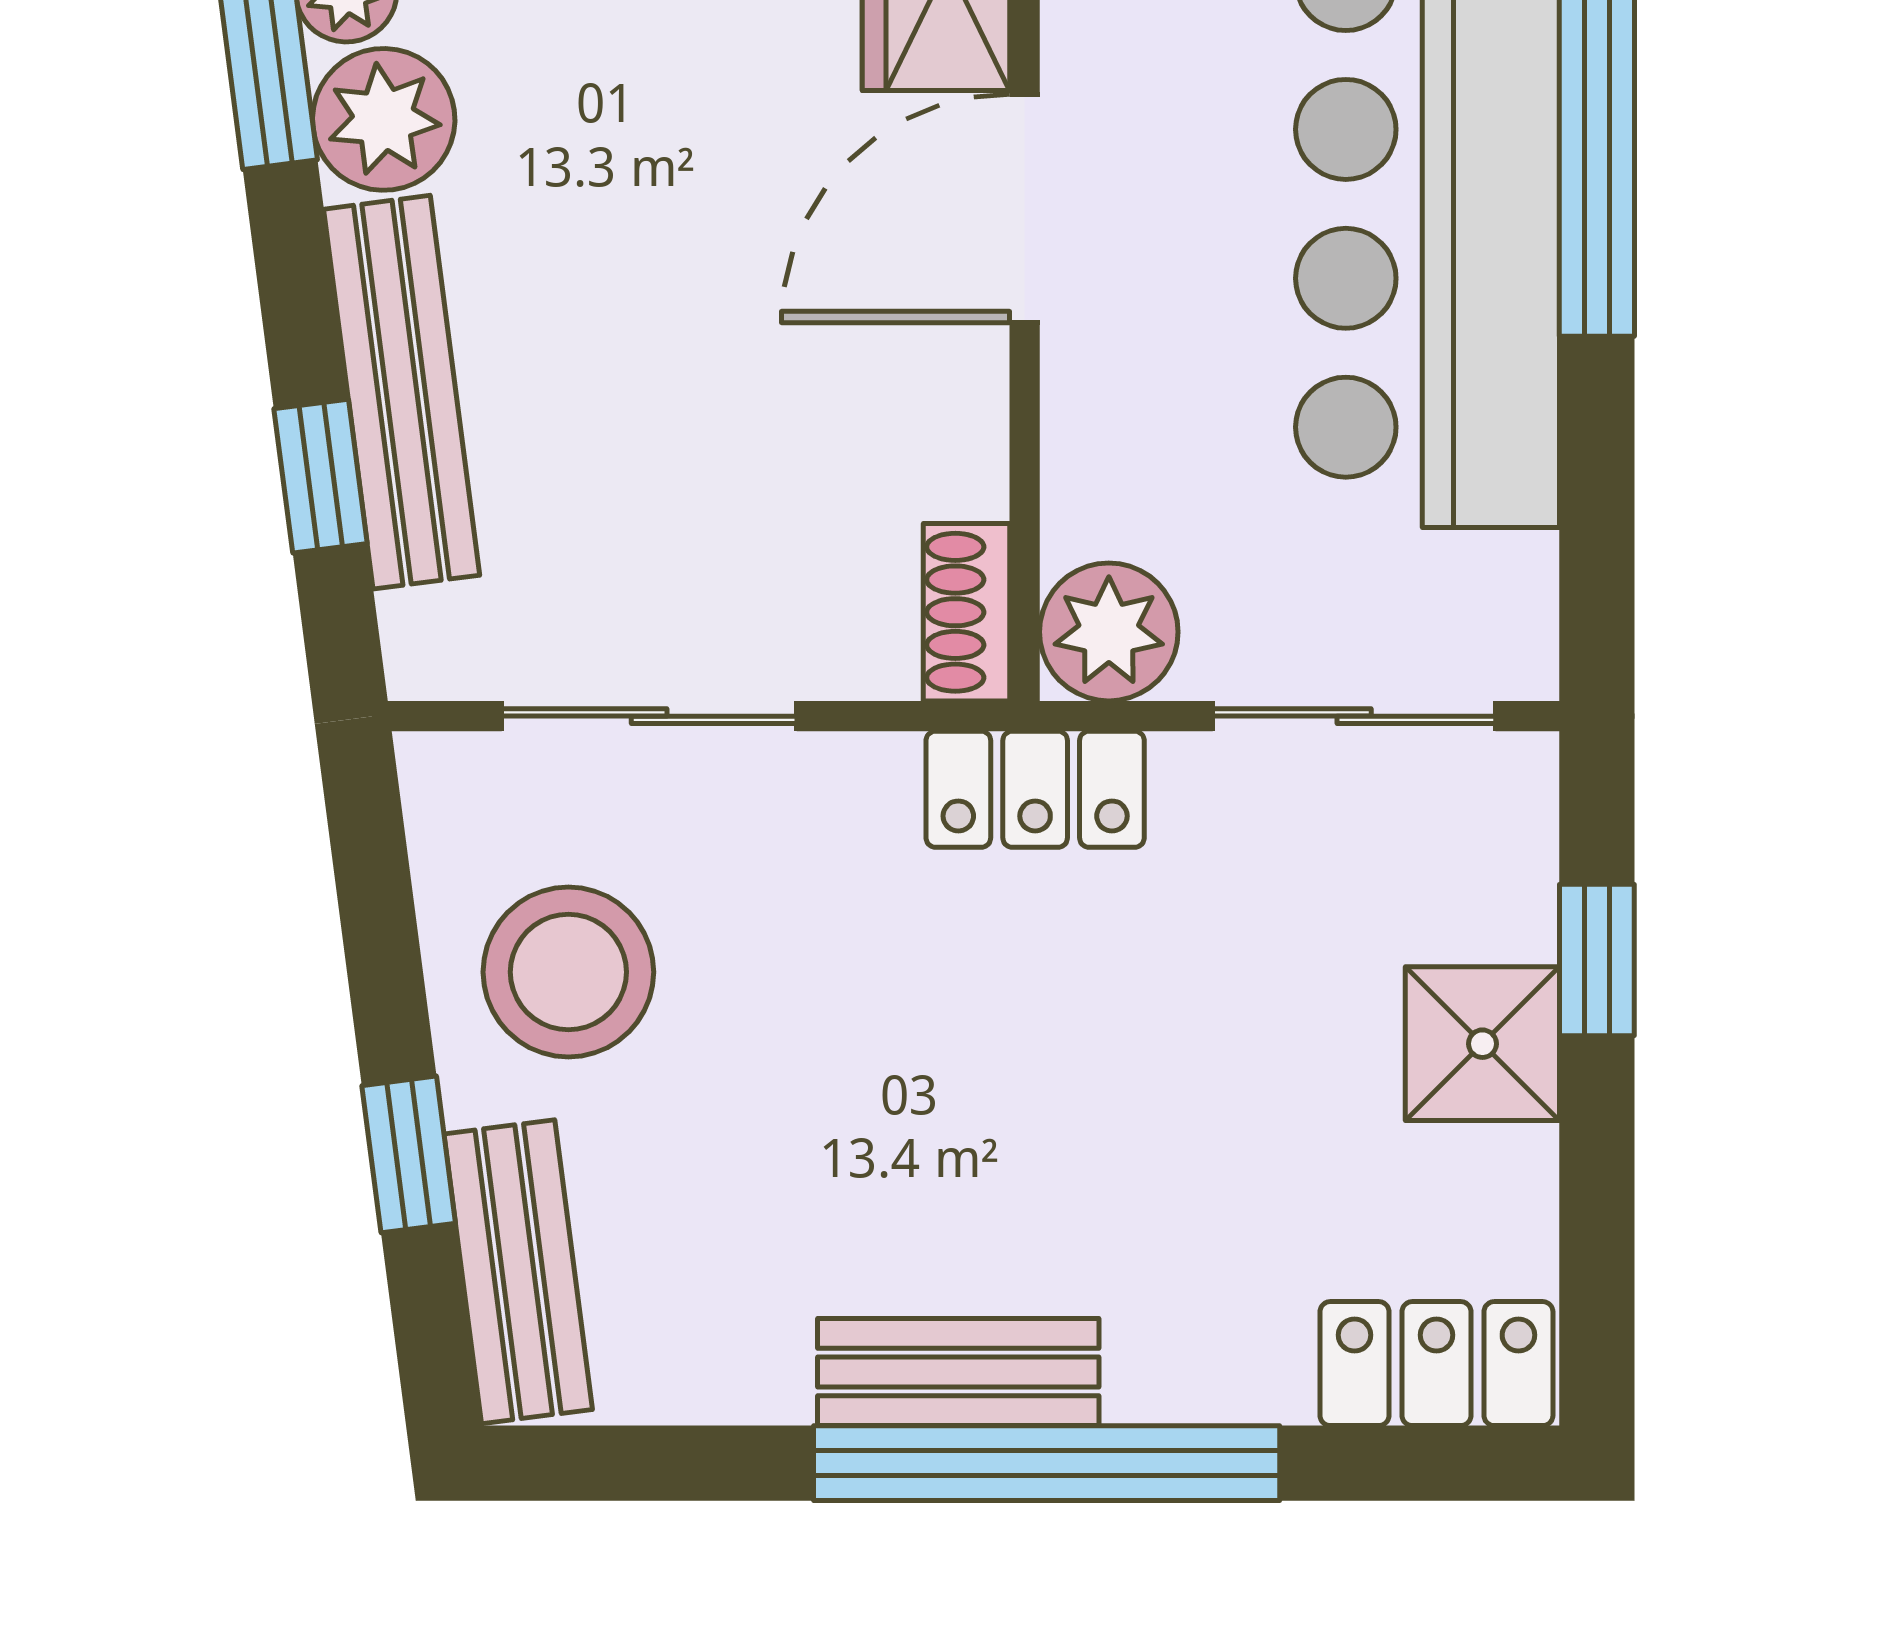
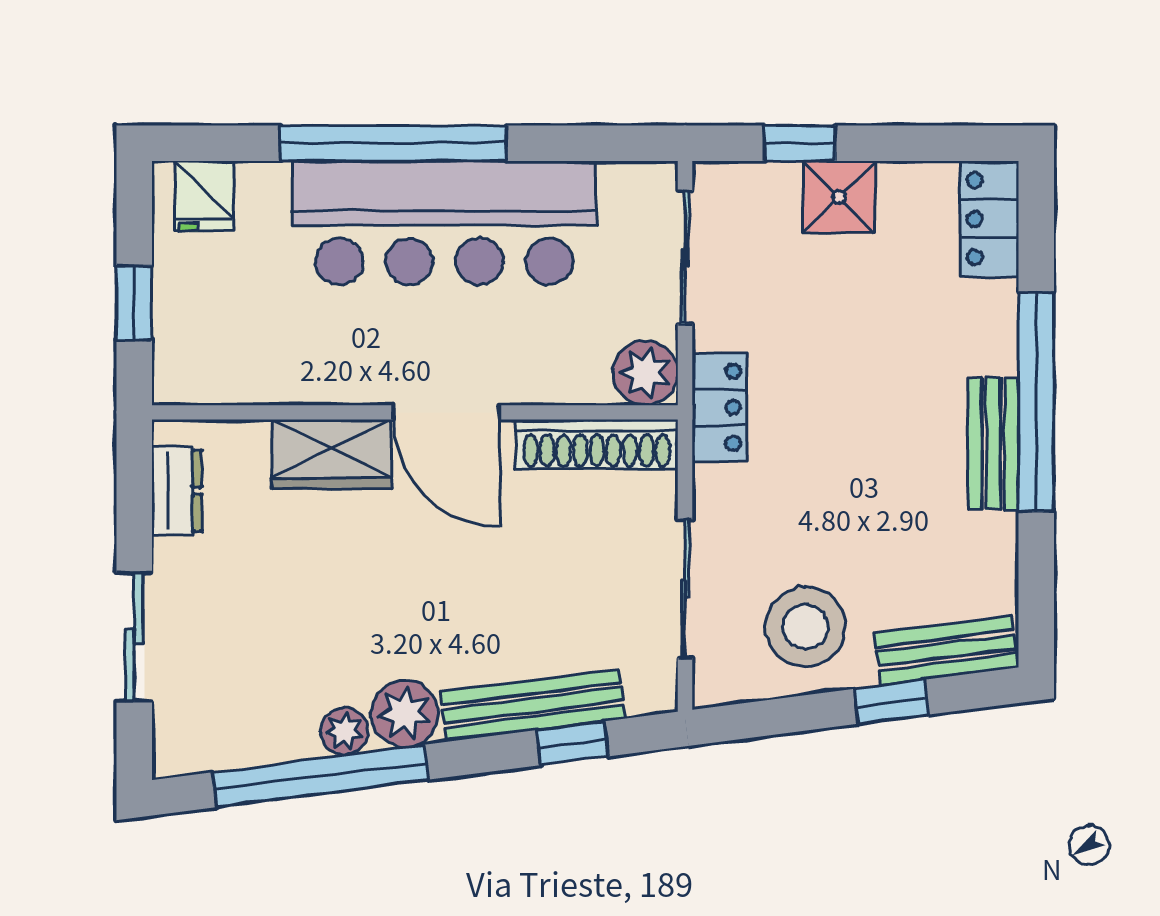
shoe rack: (967, 612) -> (597, 444), width x1.94, depth x1.24

